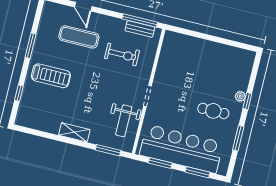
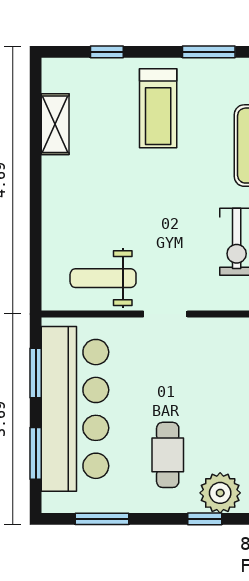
plant: (240, 96) -> (220, 493), width x1.87, depth x1.87
shelving: (74, 132) -> (55, 124), moved
window: (238, 138) -> (102, 519), moved
window: (108, 150) -> (36, 261), removed

